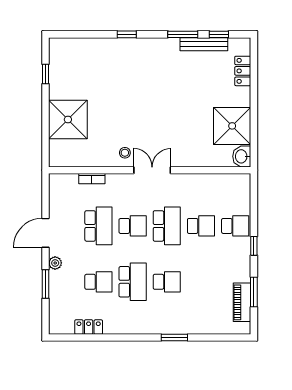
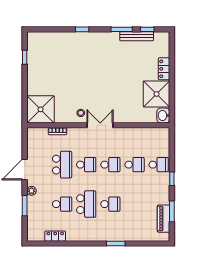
locker: (243, 71) -> (164, 69), moved
shower: (68, 120) -> (41, 109), moved
school desk: (167, 226) -> (110, 165), width x0.54

